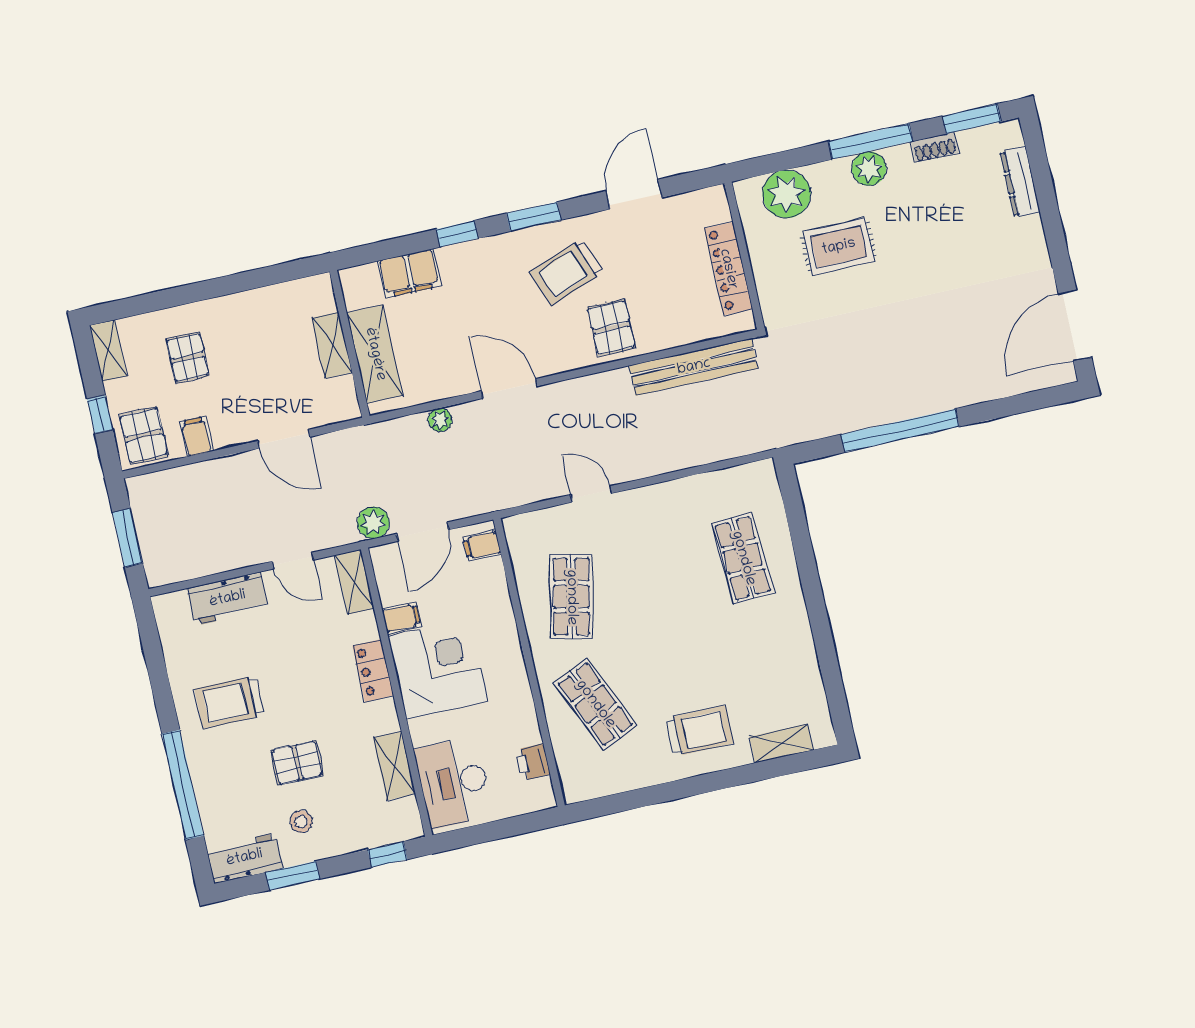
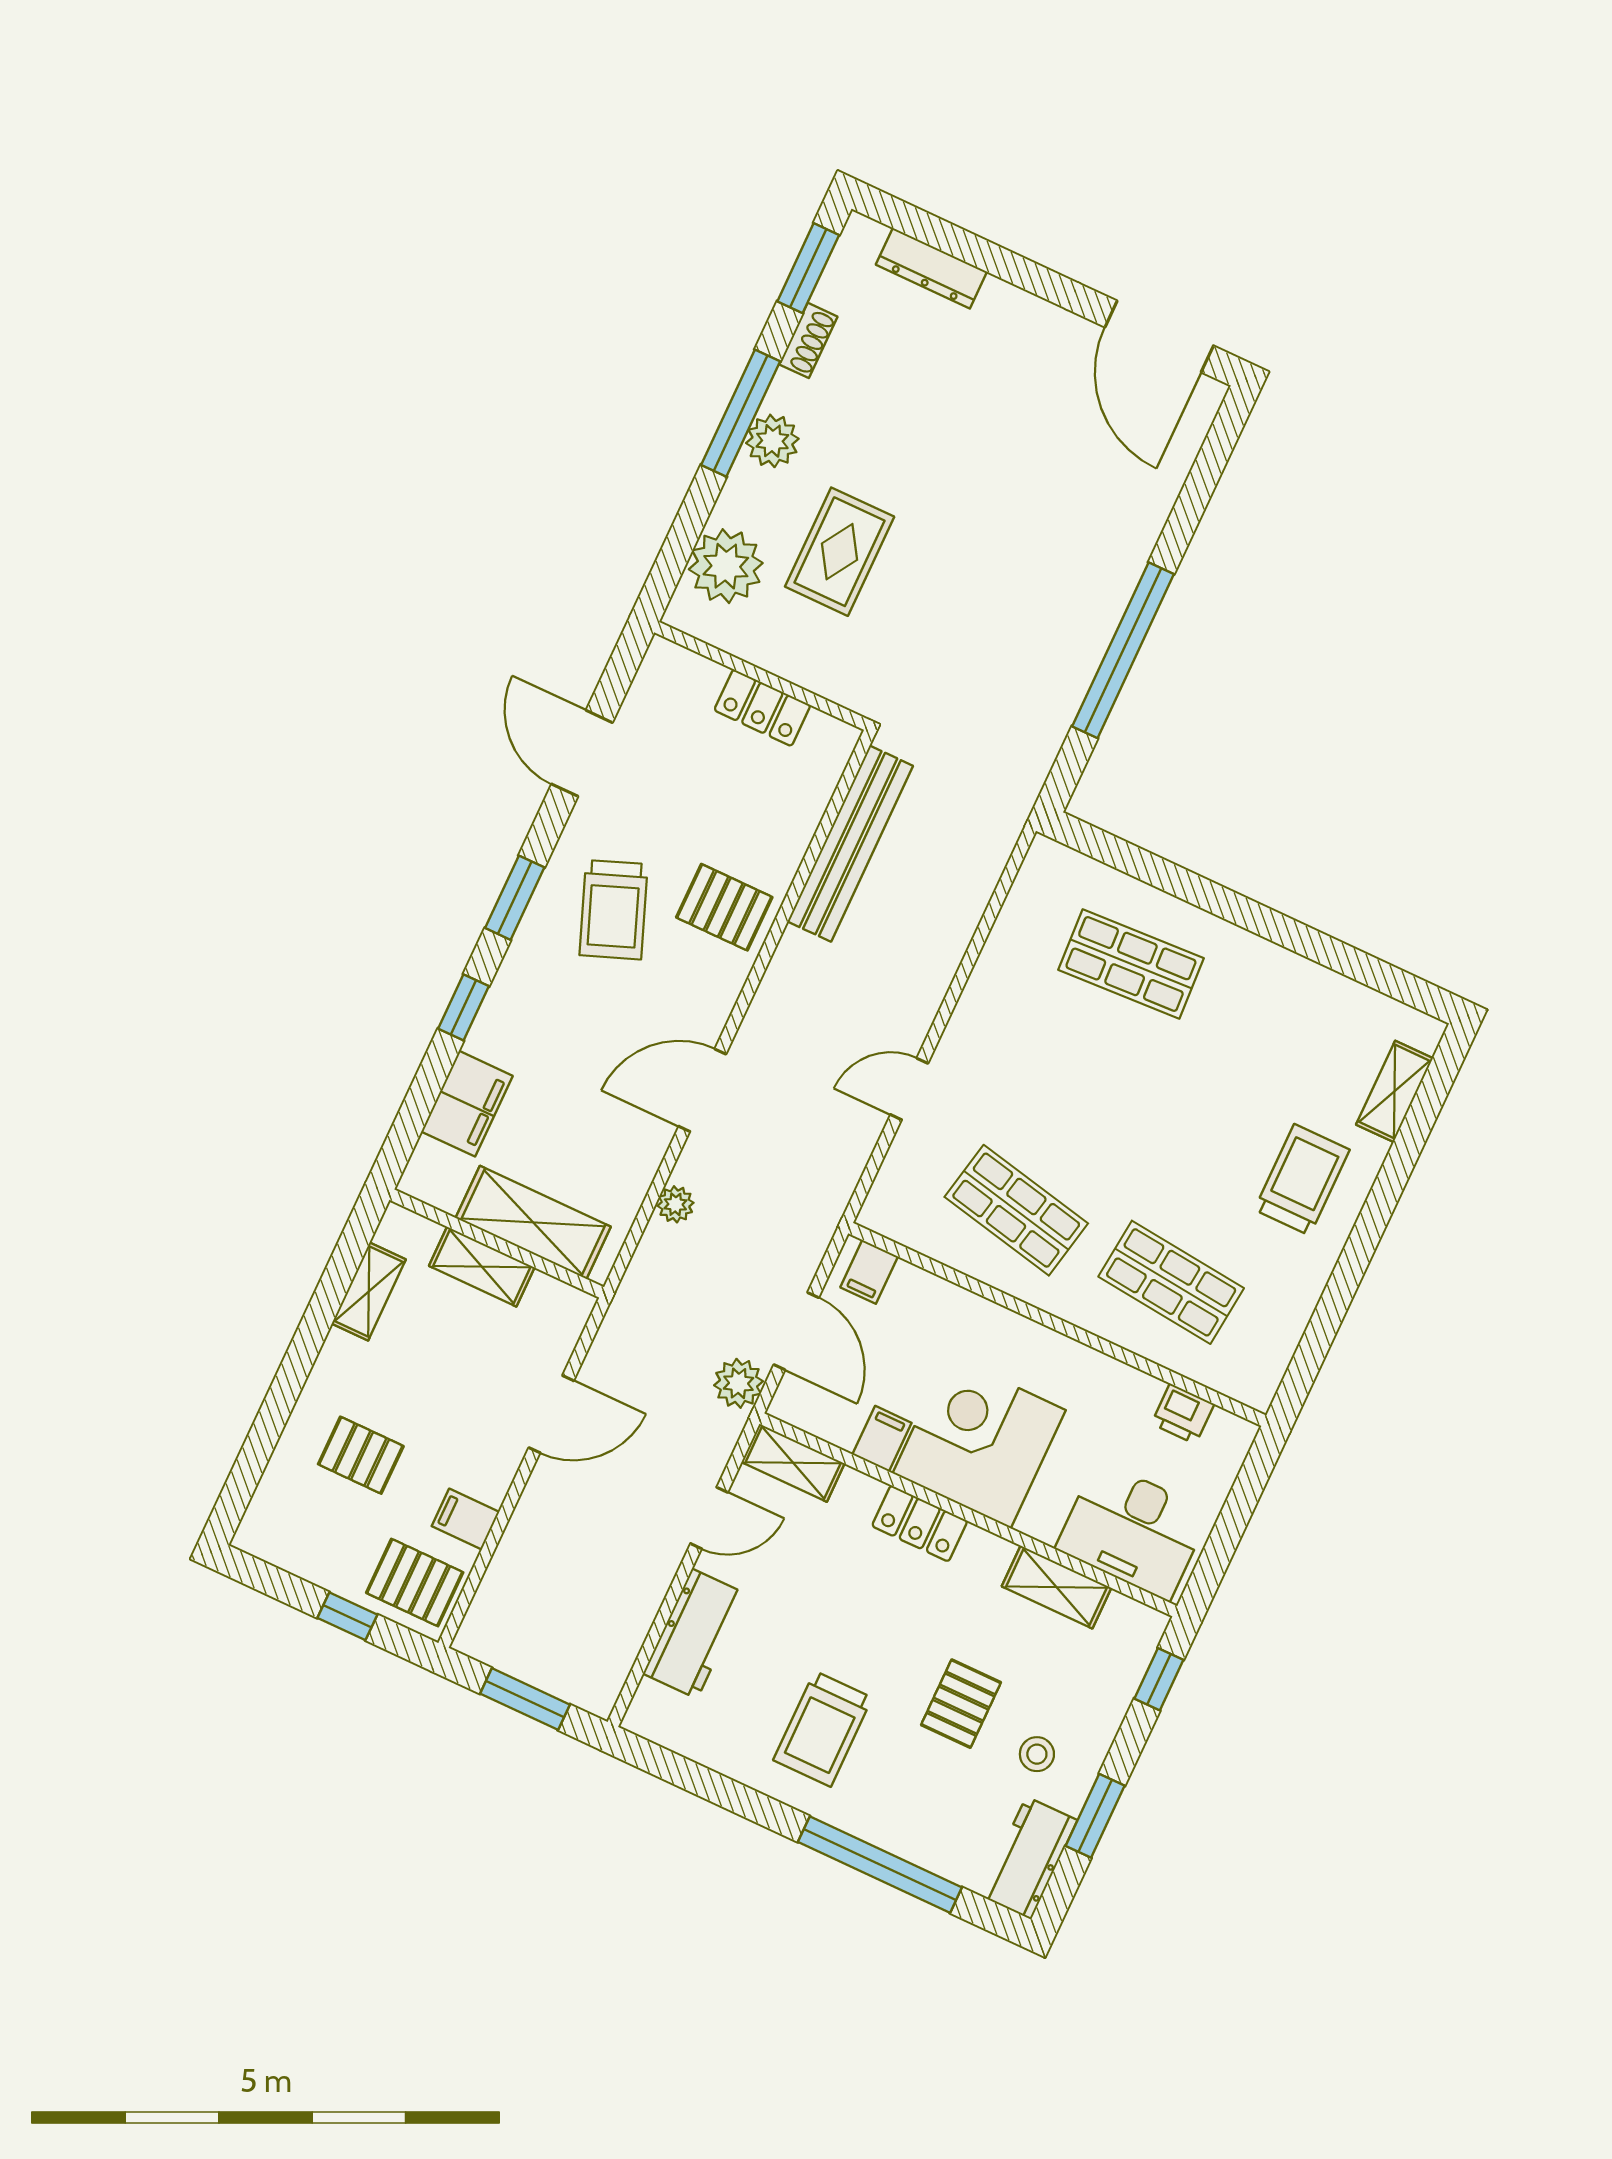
locker: (728, 269) -> (762, 708), width x0.66
shelving: (108, 351) -> (369, 1292), moved, turned 90
shop shelf: (595, 704) -> (1171, 1282), turned 30

